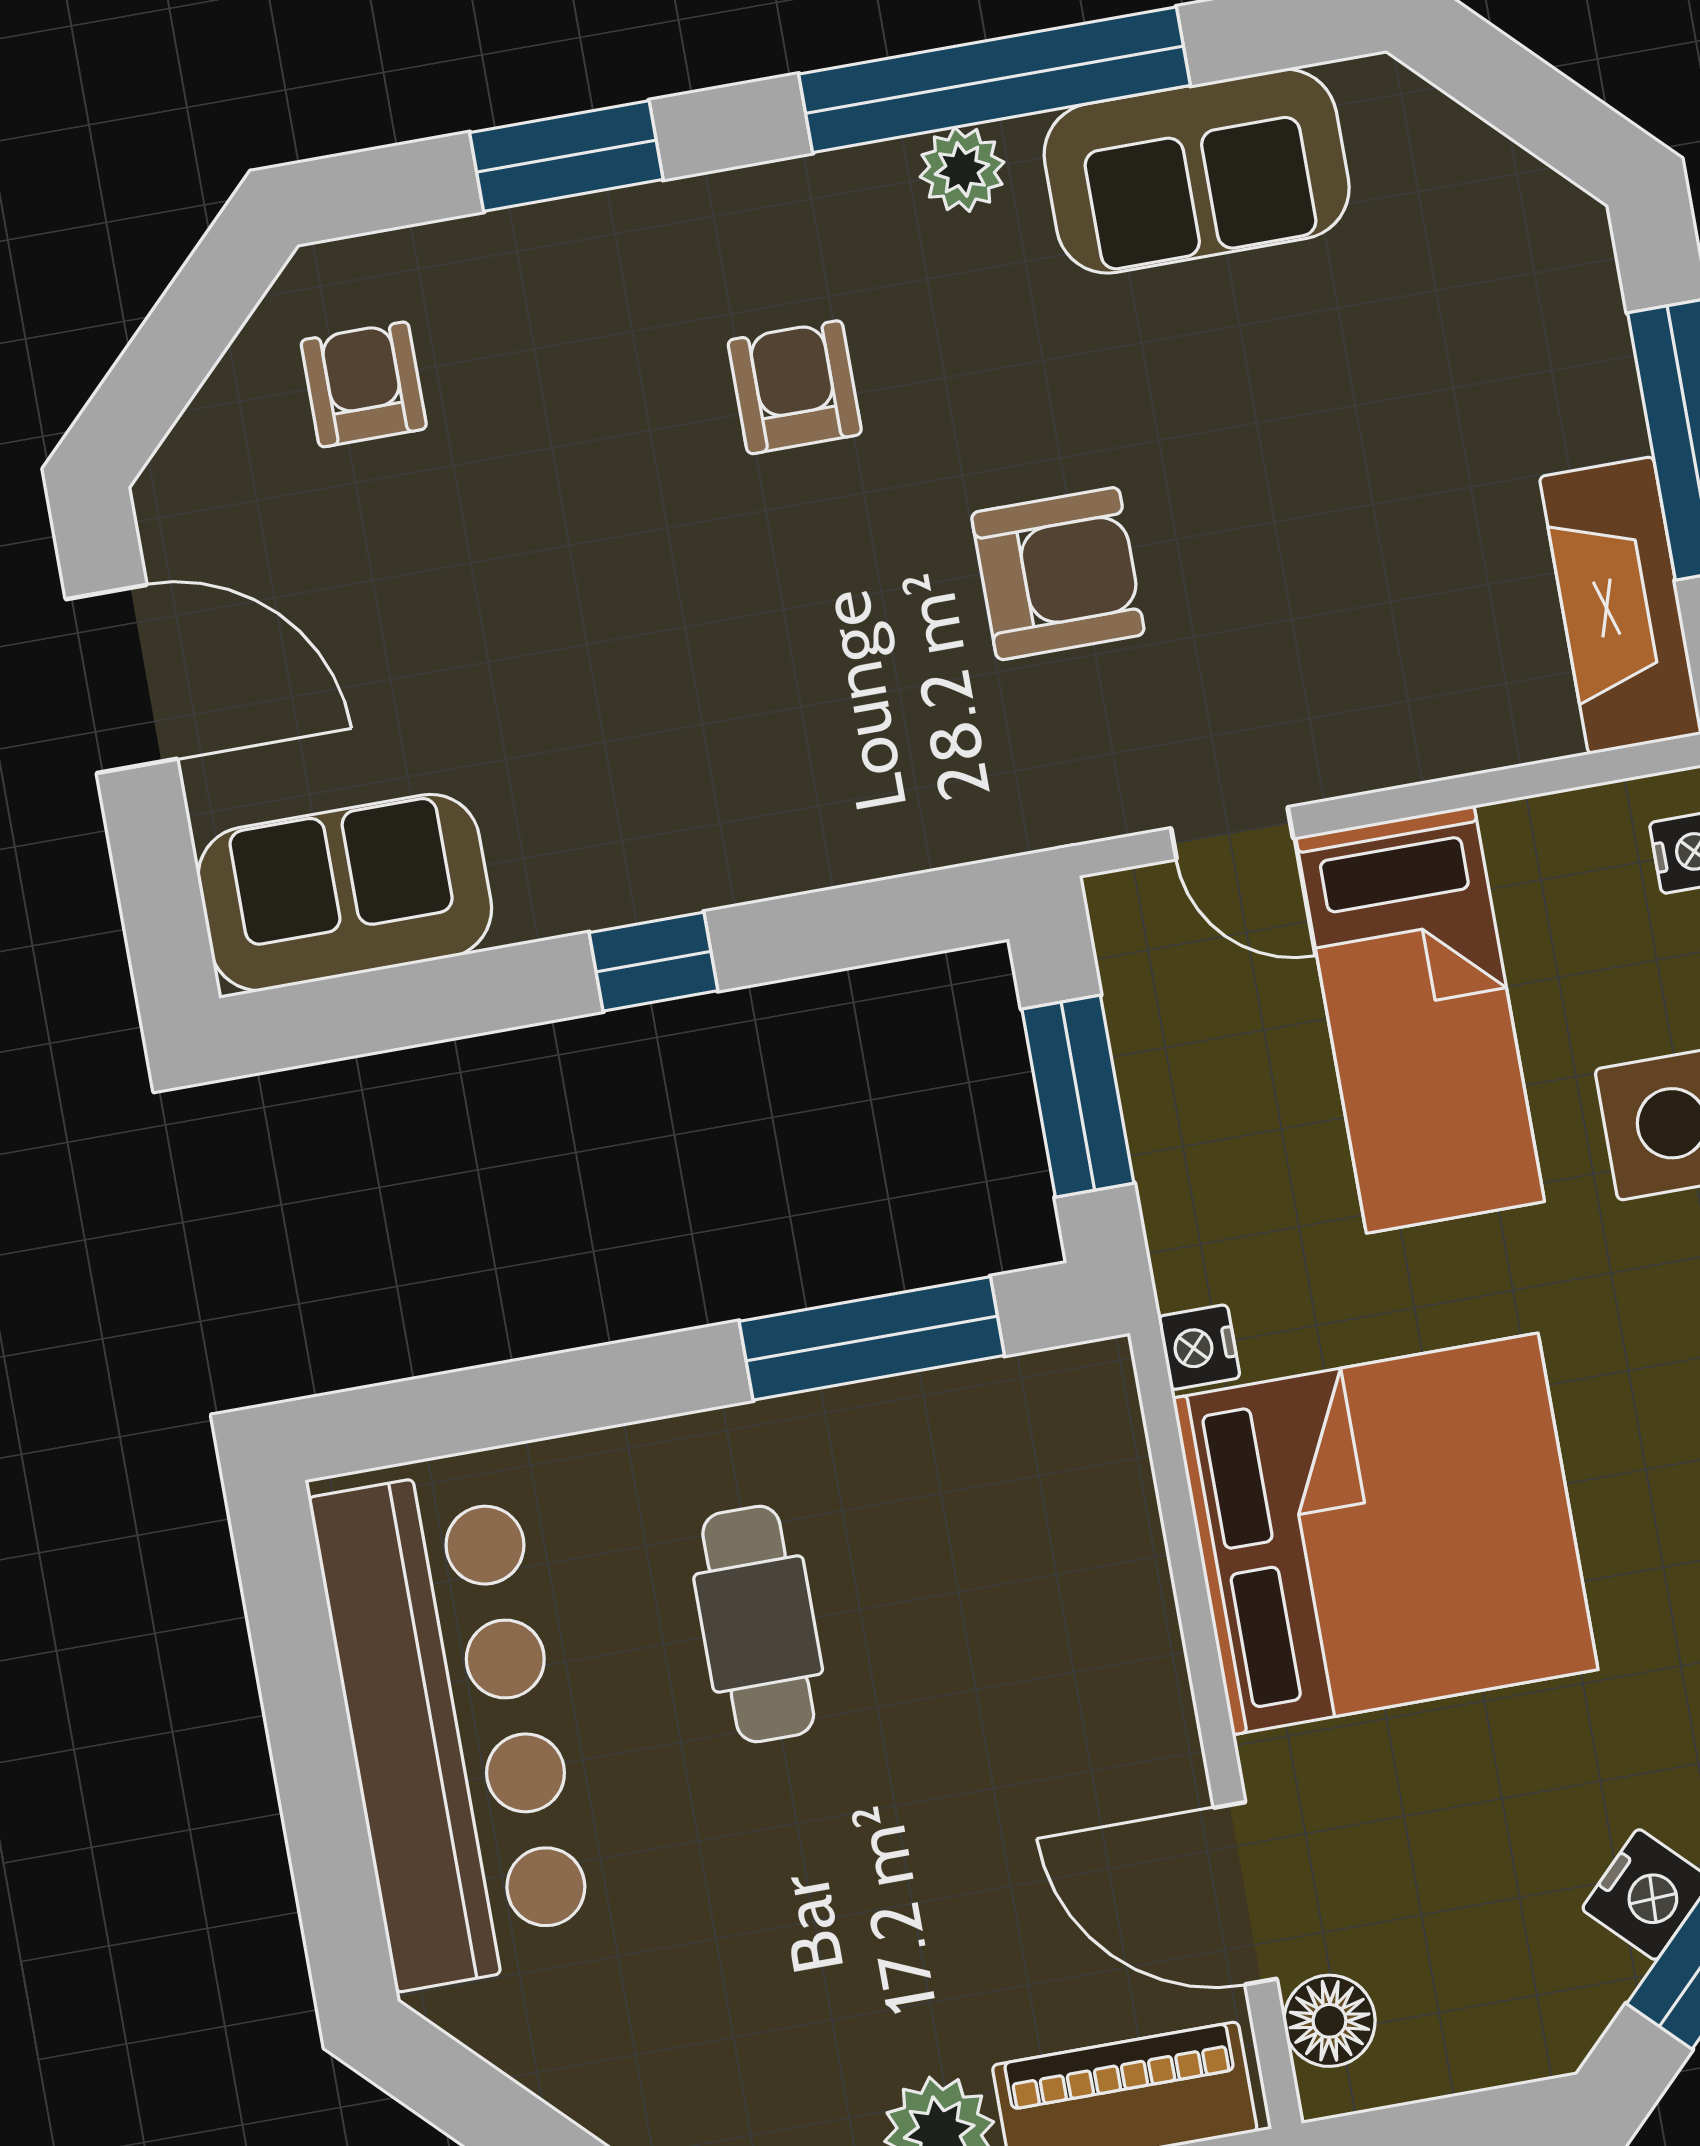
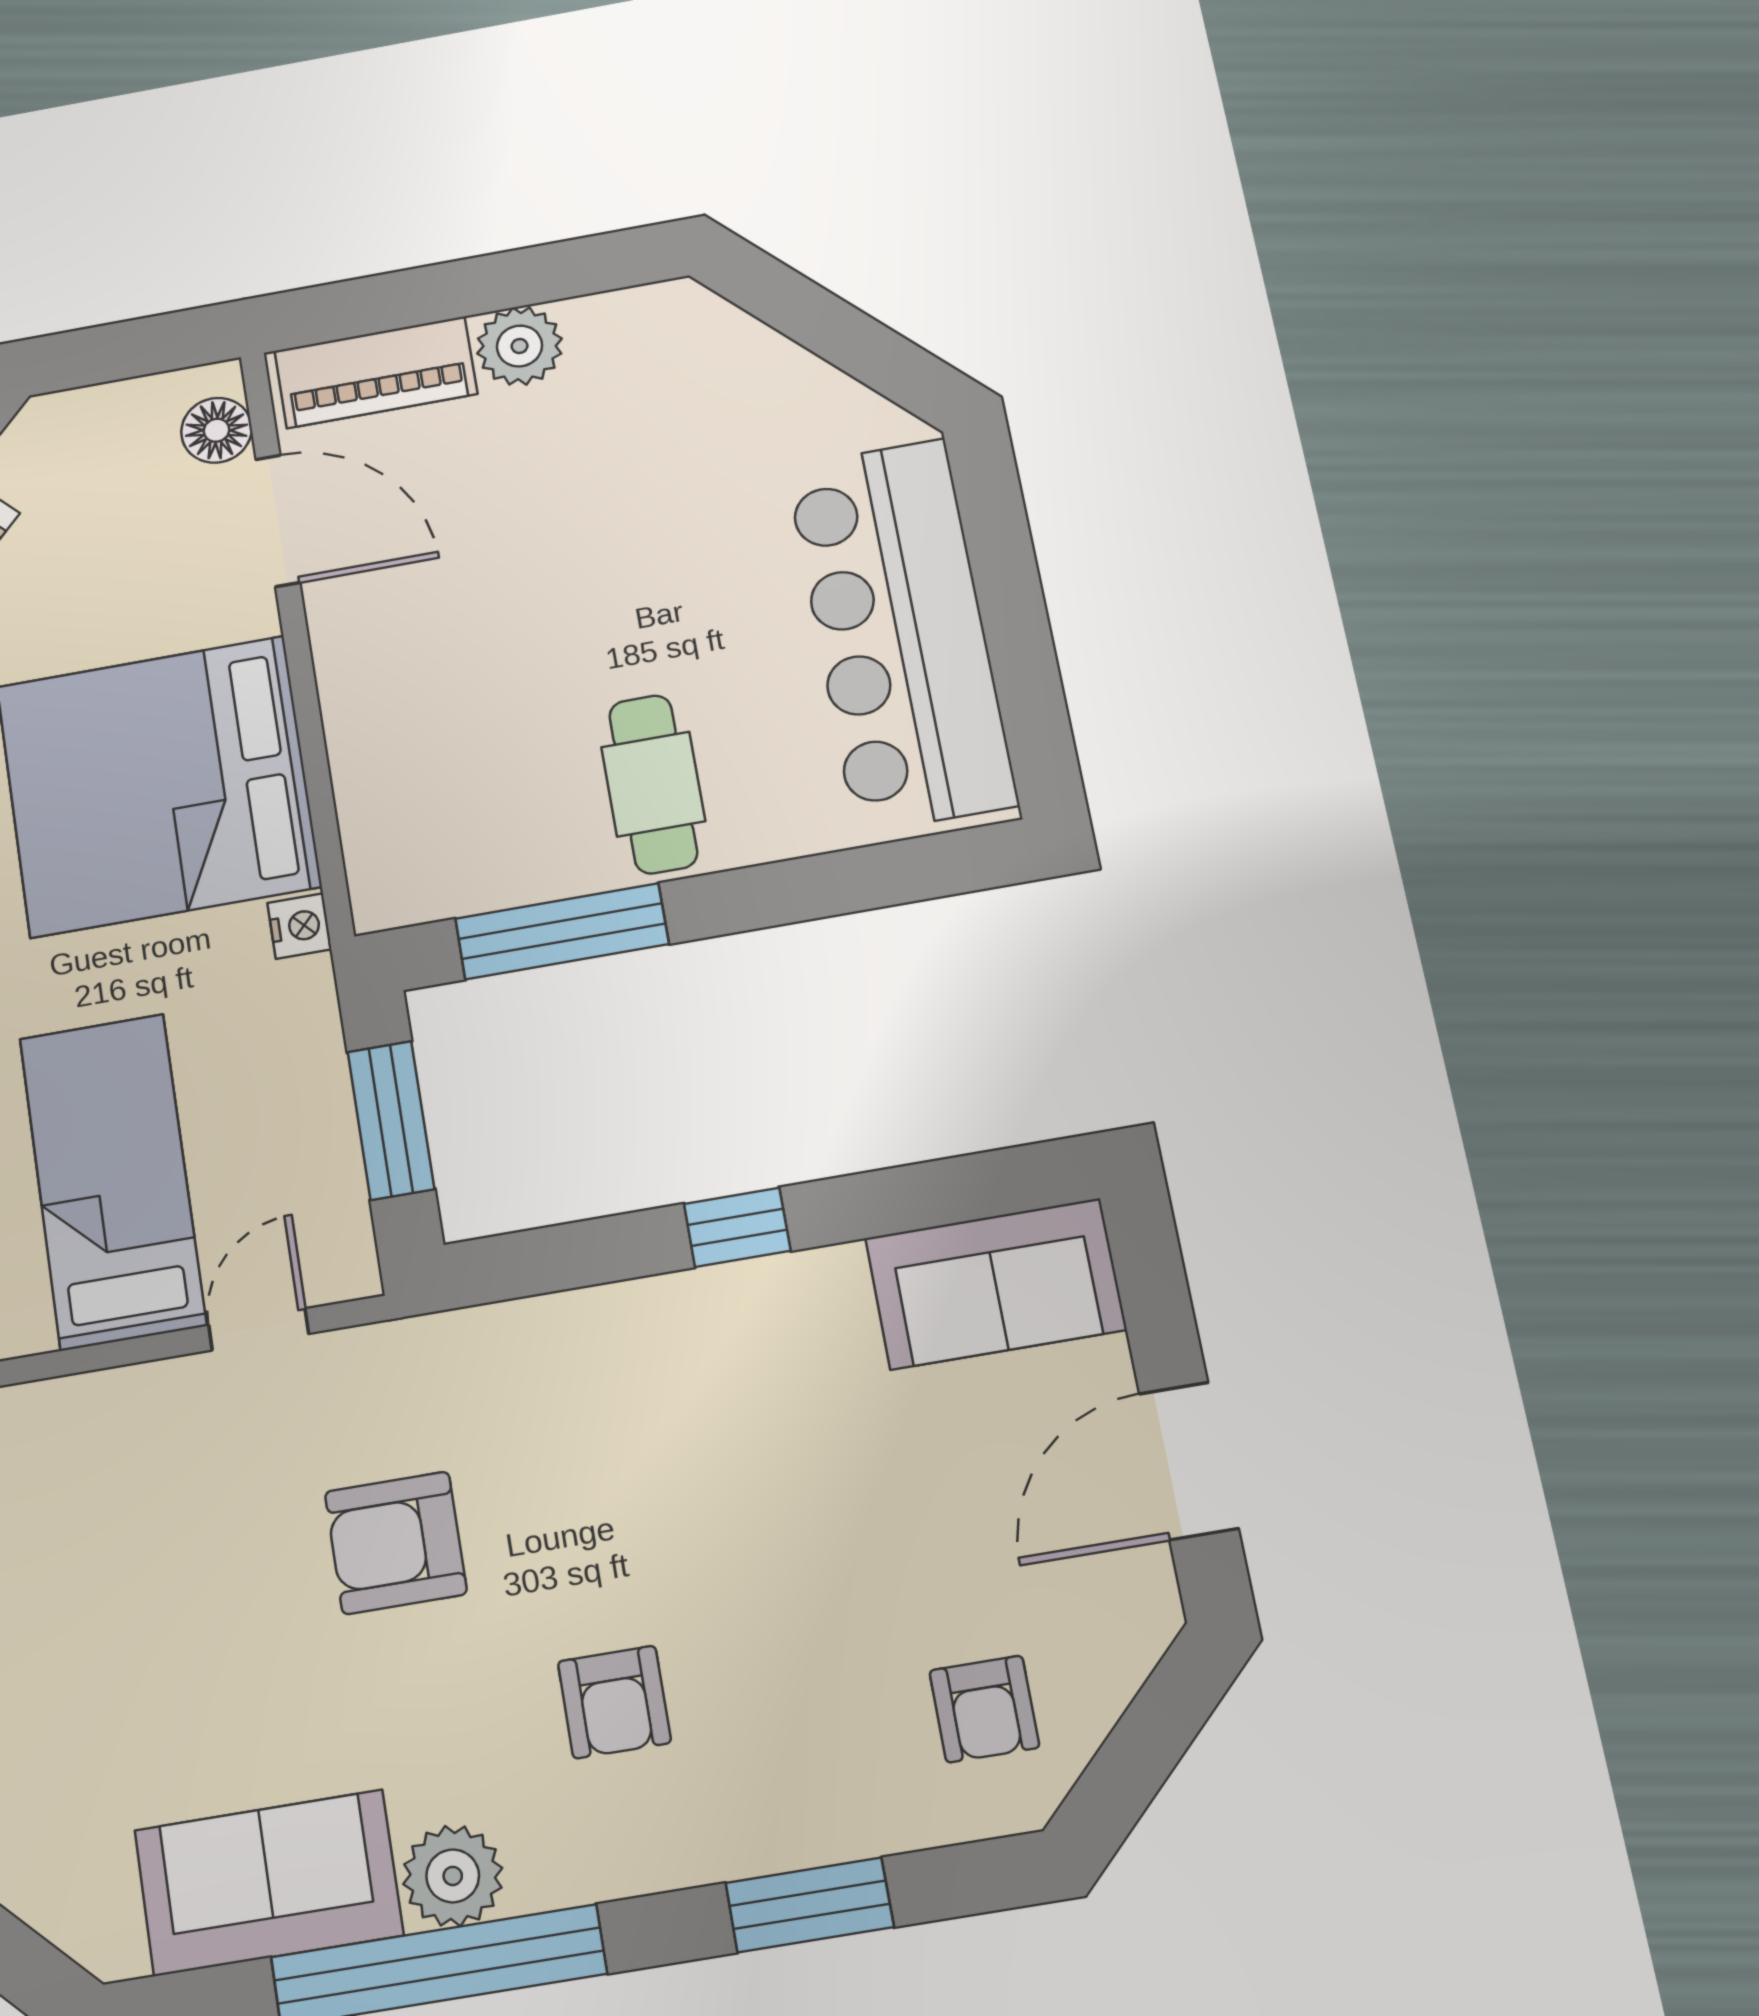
plant: (962, 169) -> (453, 1876), width x1.38, depth x1.38
door: (122, 679) -> (1189, 1461), hinge flipped
door: (1232, 833) -> (259, 1329), hinge flipped
cafe table: (758, 1624) -> (653, 784), moved

